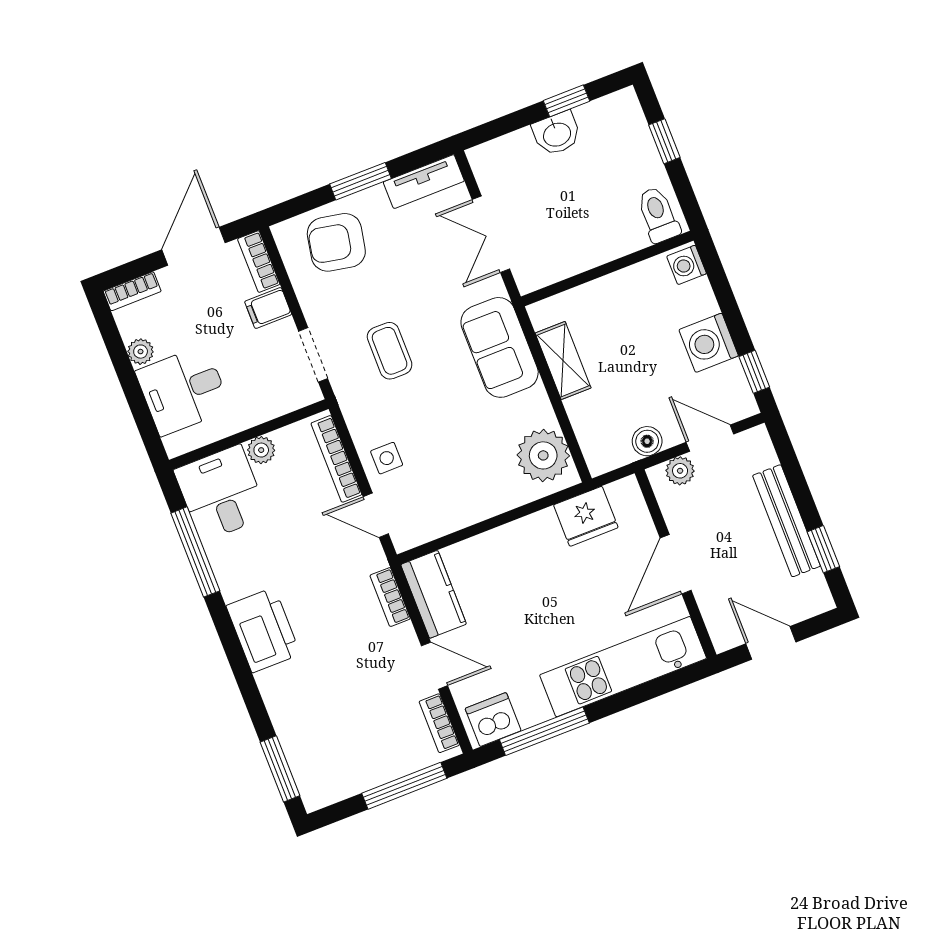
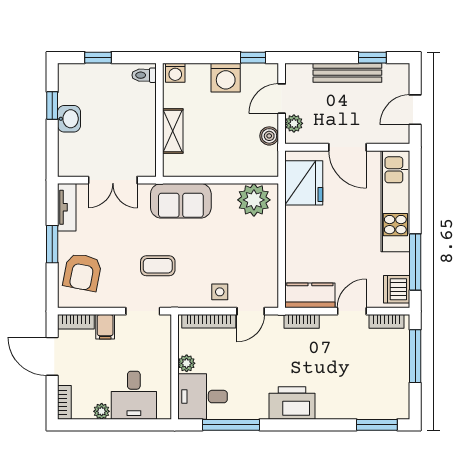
toilet: (658, 215) -> (144, 75), width x0.73, depth x0.72
shelving: (563, 360) -> (173, 131), moved, turned 90
fridge: (586, 516) -> (304, 183), width x1.36, depth x1.34

